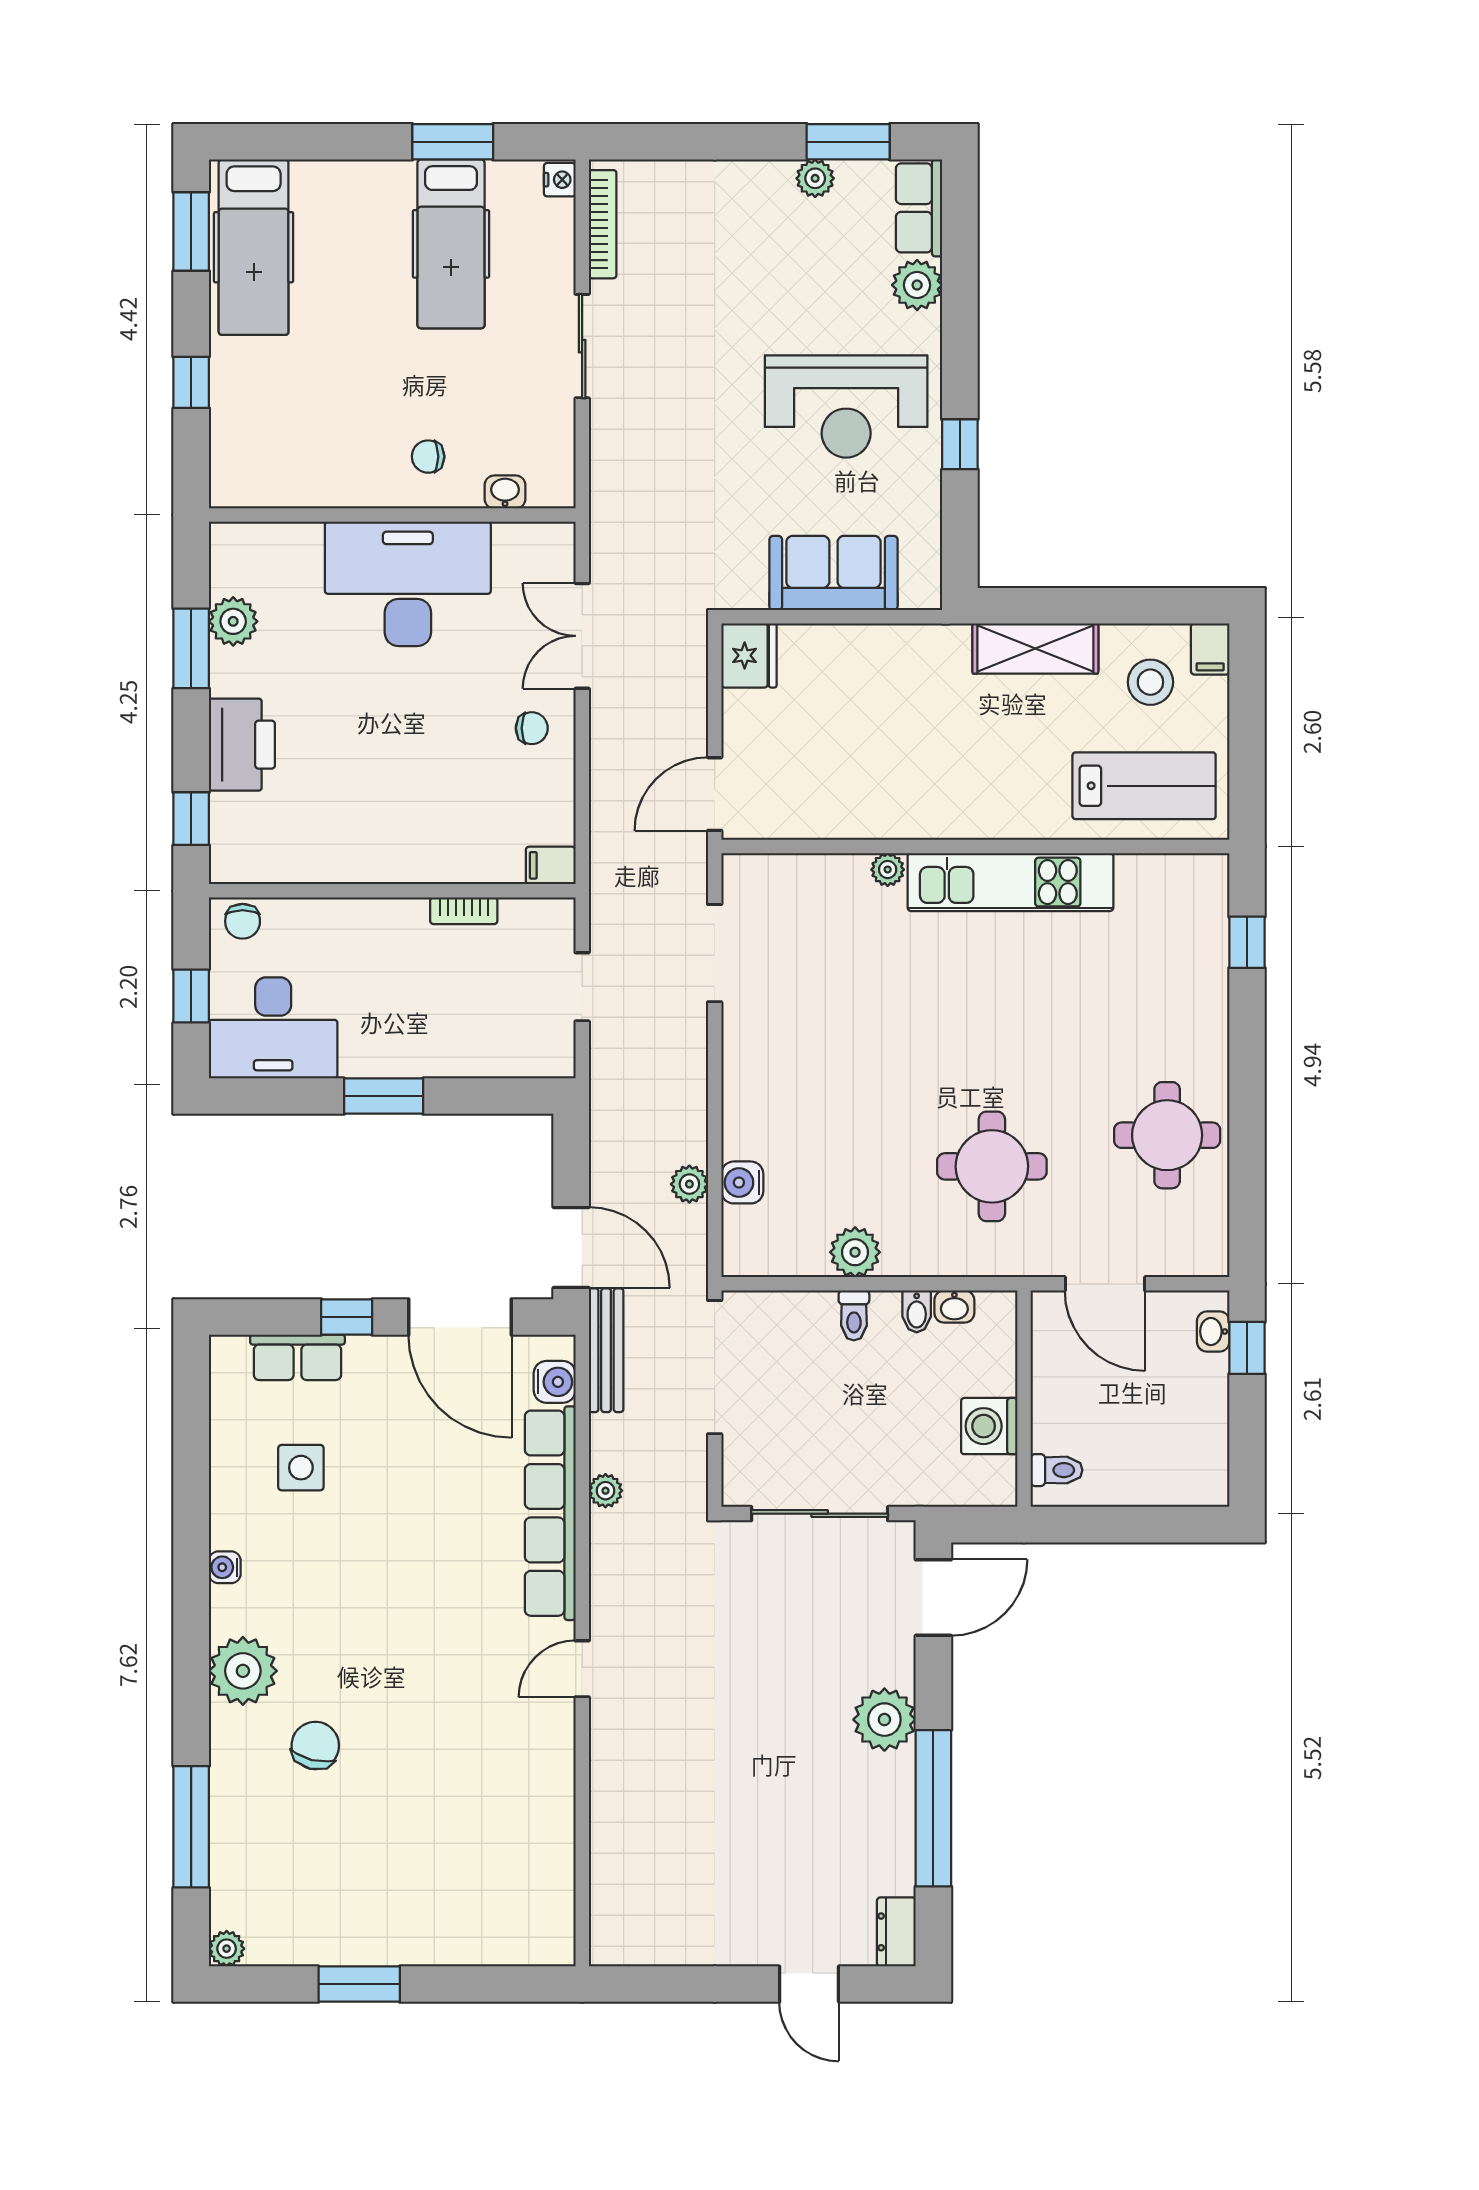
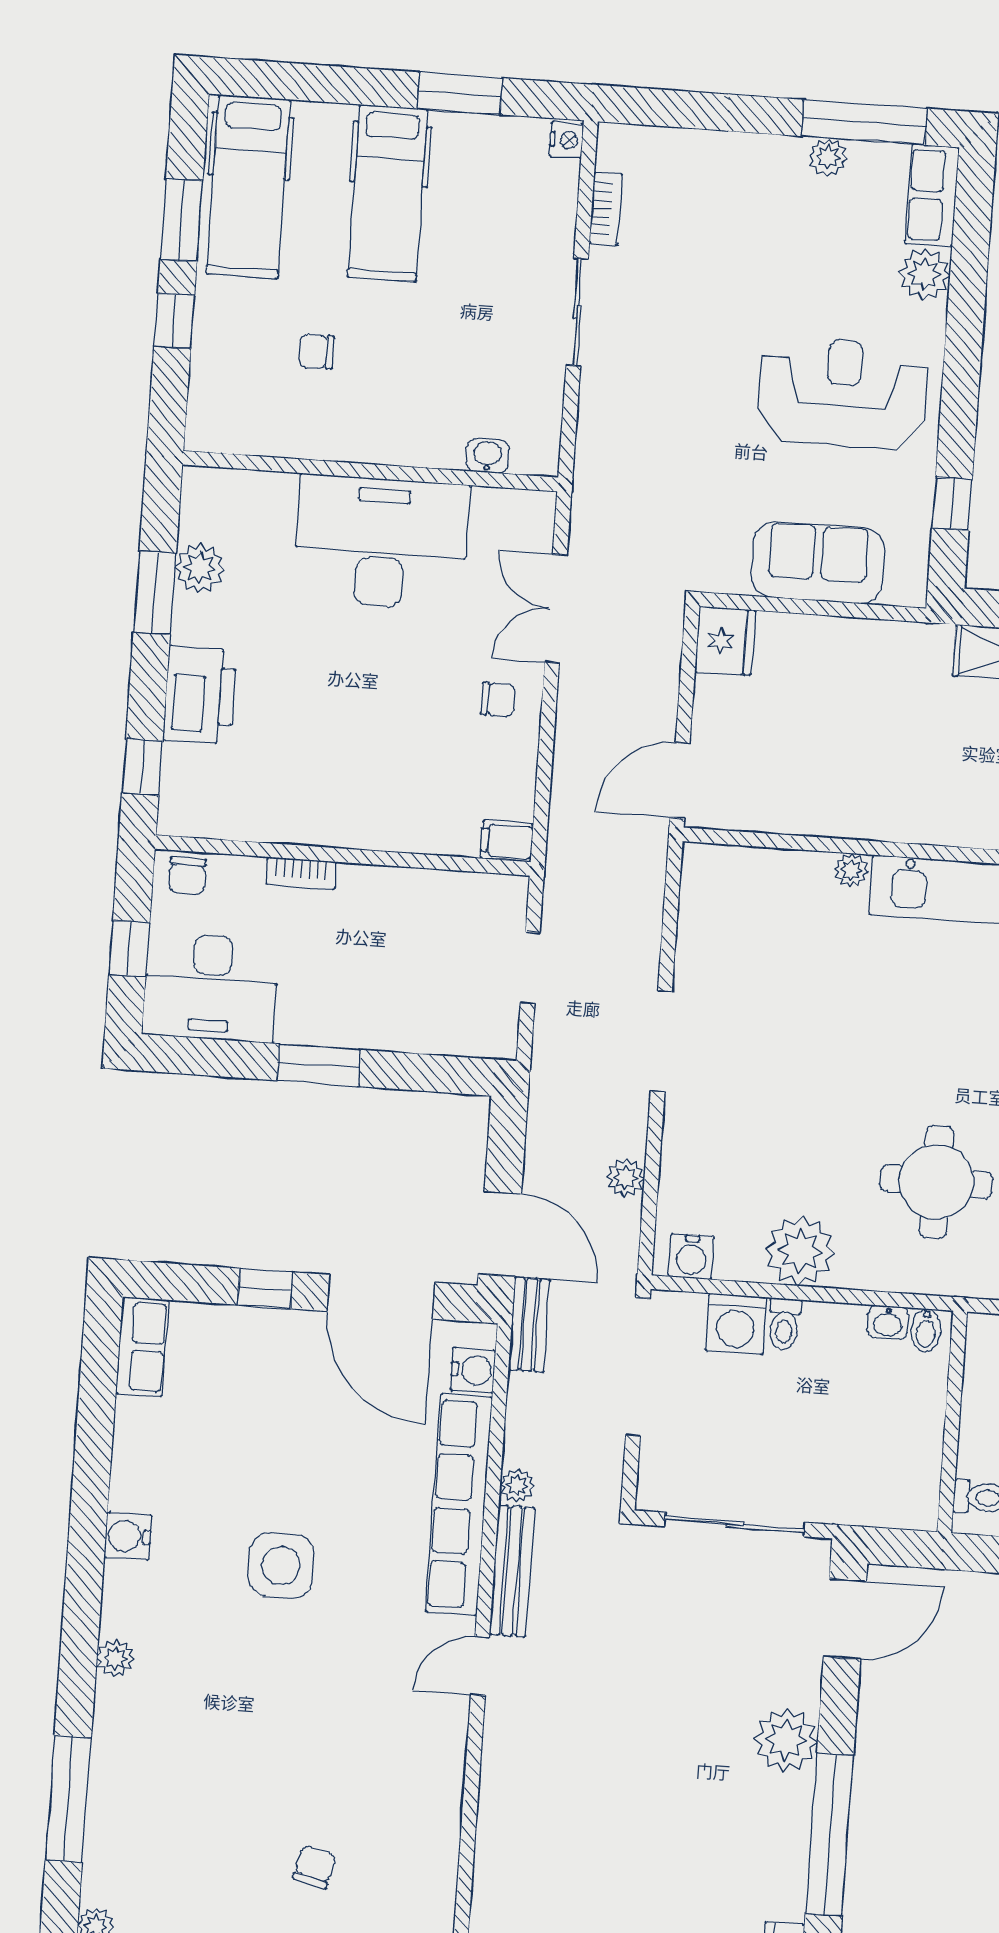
window: (848, 142) -> (865, 122), width x1.44
bookcase: (603, 224) -> (606, 209), width x0.64
window: (191, 232) -> (181, 220), moved
hospital bed: (451, 244) -> (388, 193), moved
reception desk: (846, 406) -> (843, 393), turned 180
window: (960, 444) -> (952, 504), moved
chair: (428, 457) -> (317, 352), moved
bookcase: (464, 911) -> (301, 873), moved
doorway: (715, 953) -> (661, 1041), moved
water cooler: (742, 1182) -> (691, 1257), moved, turned -90
plant: (855, 1252) -> (800, 1251), width x1.36, depth x1.36
bidet: (917, 1311) -> (926, 1330), moved
bench: (606, 1350) -> (529, 1325), width x0.73
row of seats: (297, 1357) -> (142, 1347), moved, turned -90
washing machine: (989, 1426) -> (736, 1324), moved, turned -90
side table: (301, 1468) -> (281, 1566), moved, width x1.37, depth x1.37
water cooler: (225, 1567) -> (128, 1536), width x1.38, depth x1.38
bench: (606, 1574) -> (512, 1571), added
plant: (243, 1671) -> (115, 1658), width x0.53, depth x0.53
chair: (315, 1746) -> (314, 1867), moved, width x0.73, depth x0.73

